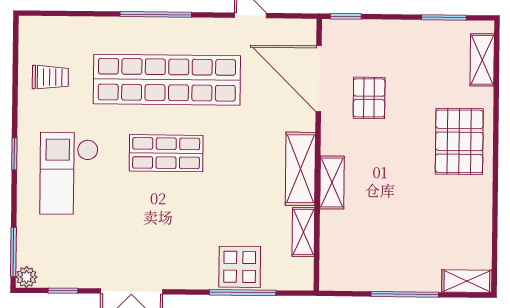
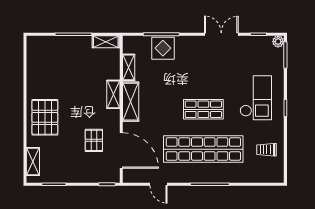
shelving: (467, 281) -> (106, 42), moved

